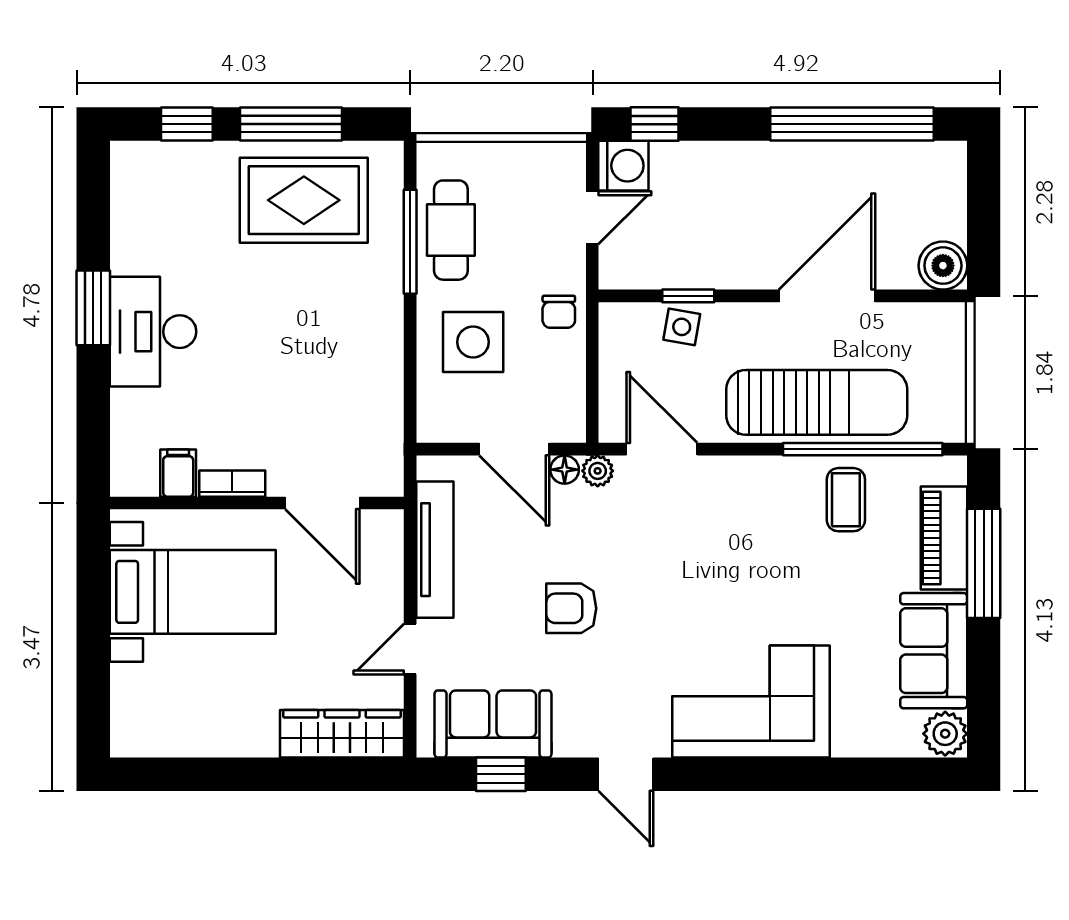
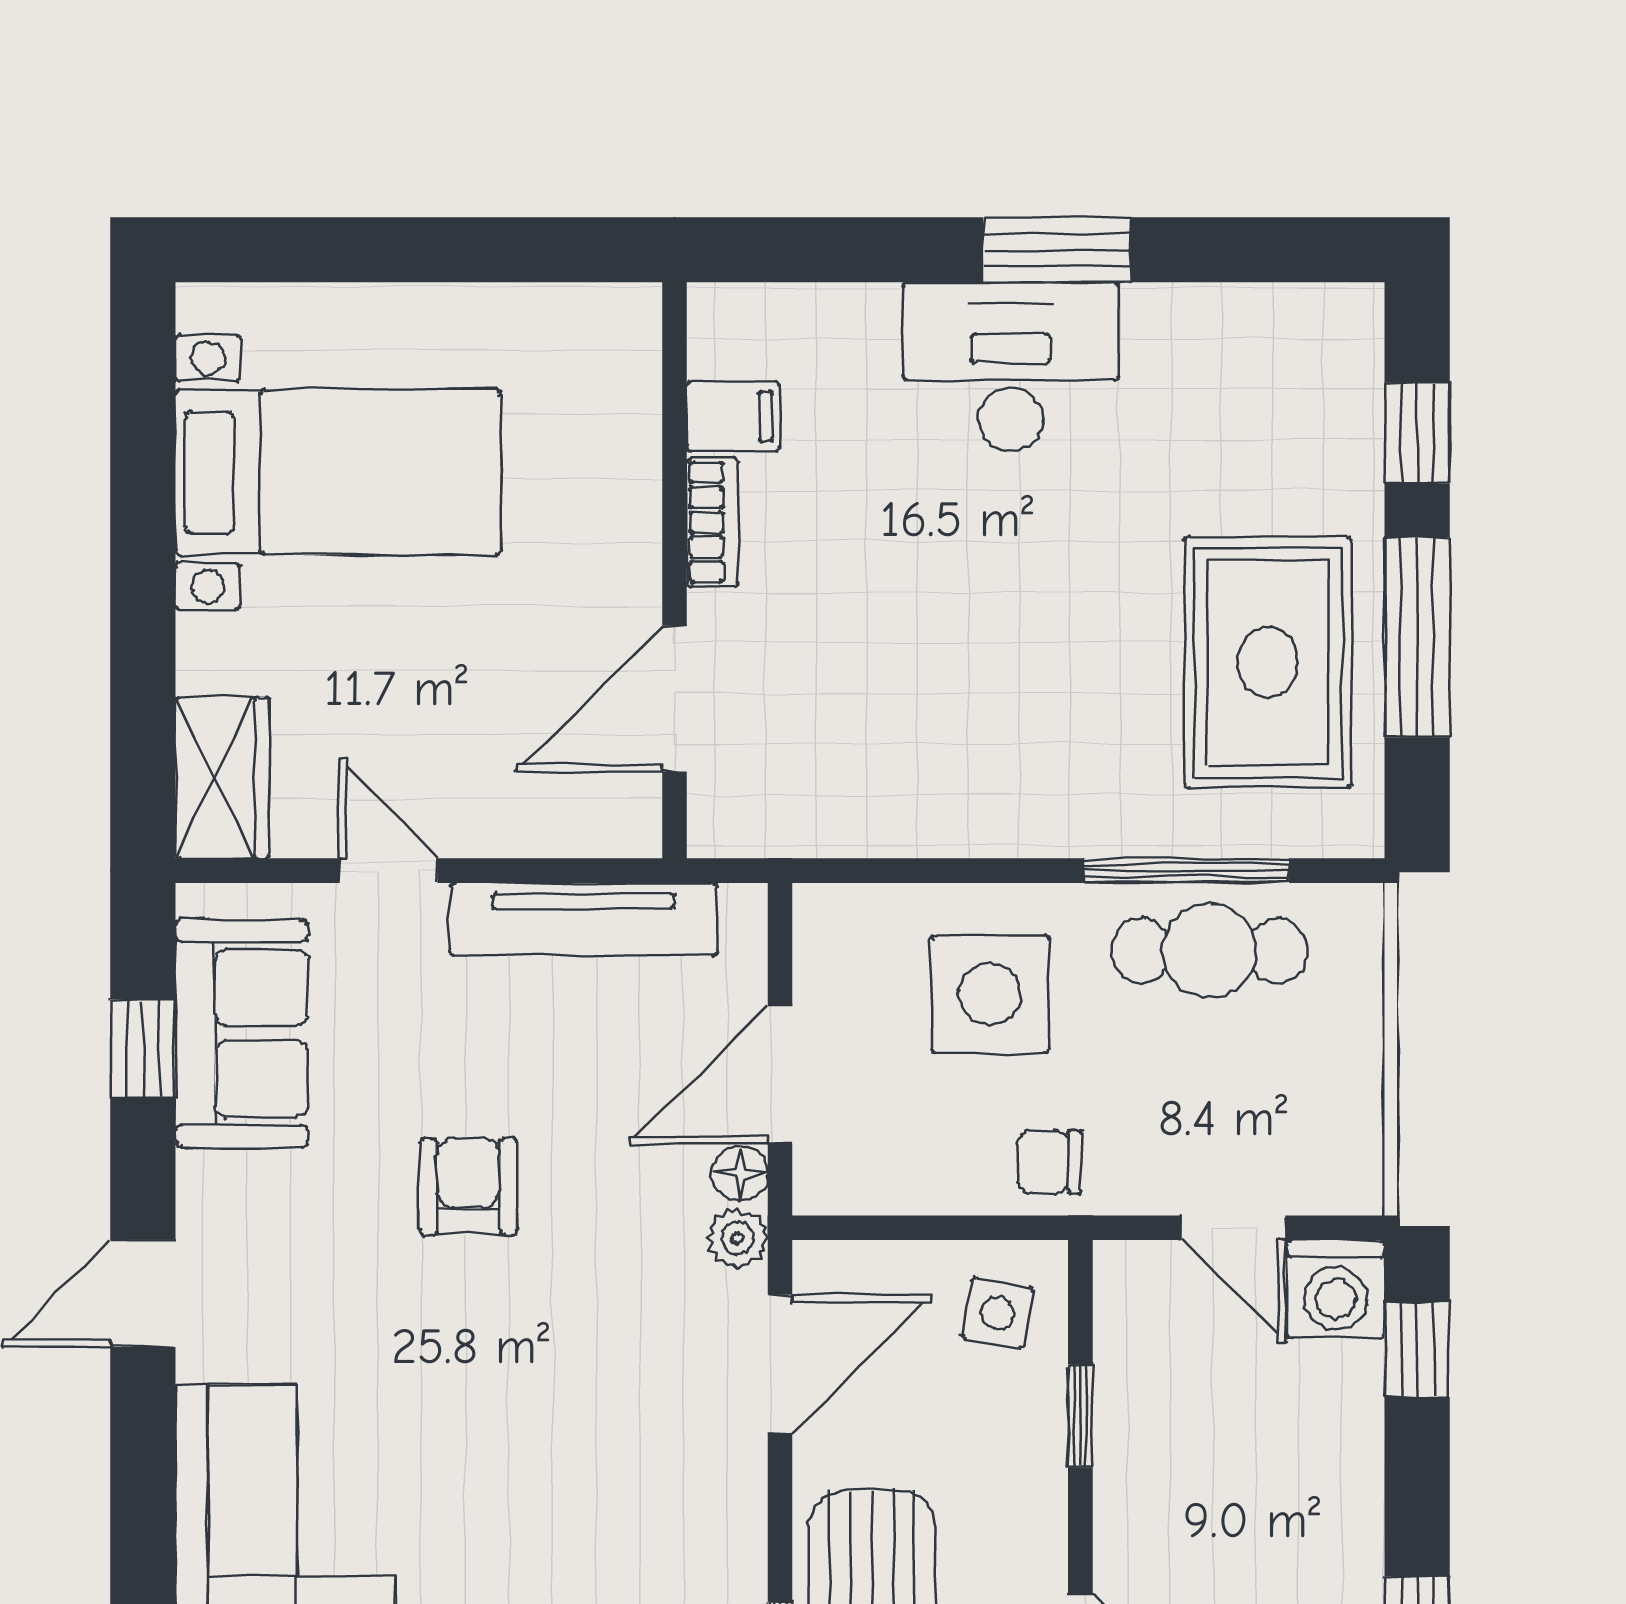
side table: (682, 327) -> (998, 1313), moved
bed with nightstands: (193, 592) -> (338, 472), moved, turned -90
wardrobe: (342, 734) -> (222, 778), width x0.67

